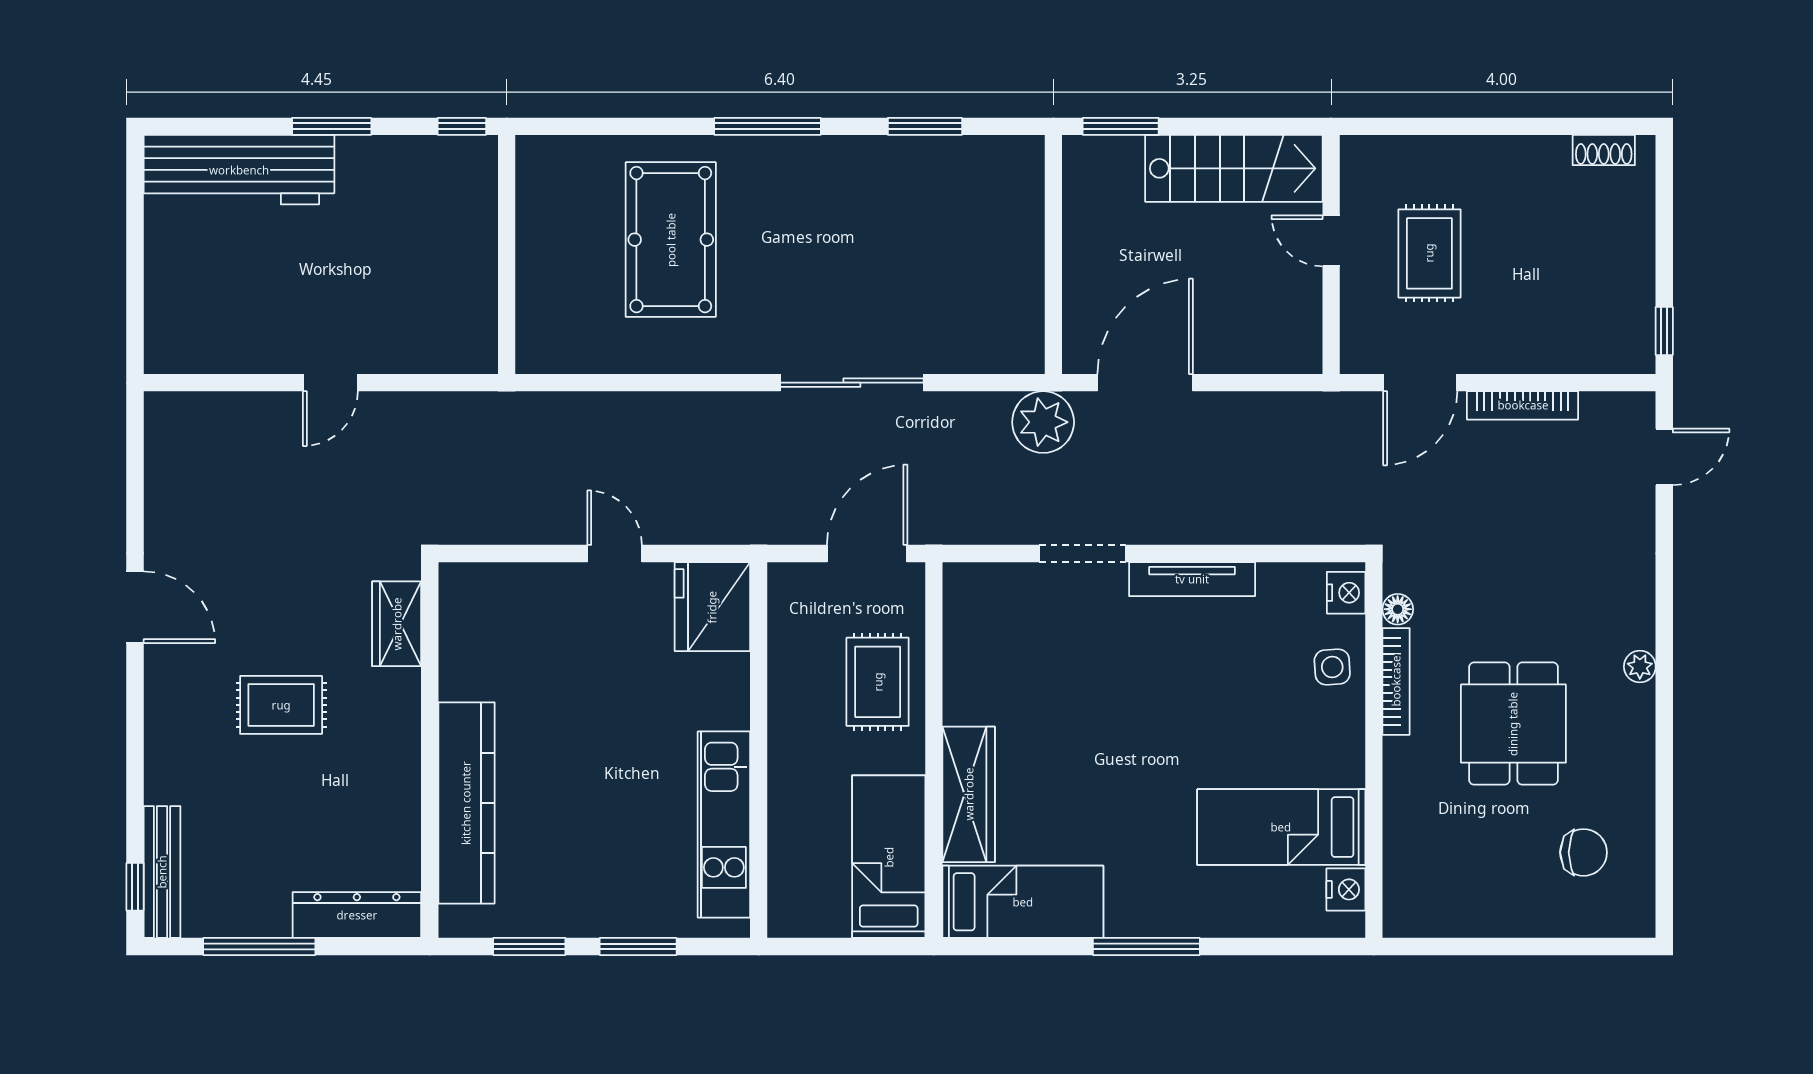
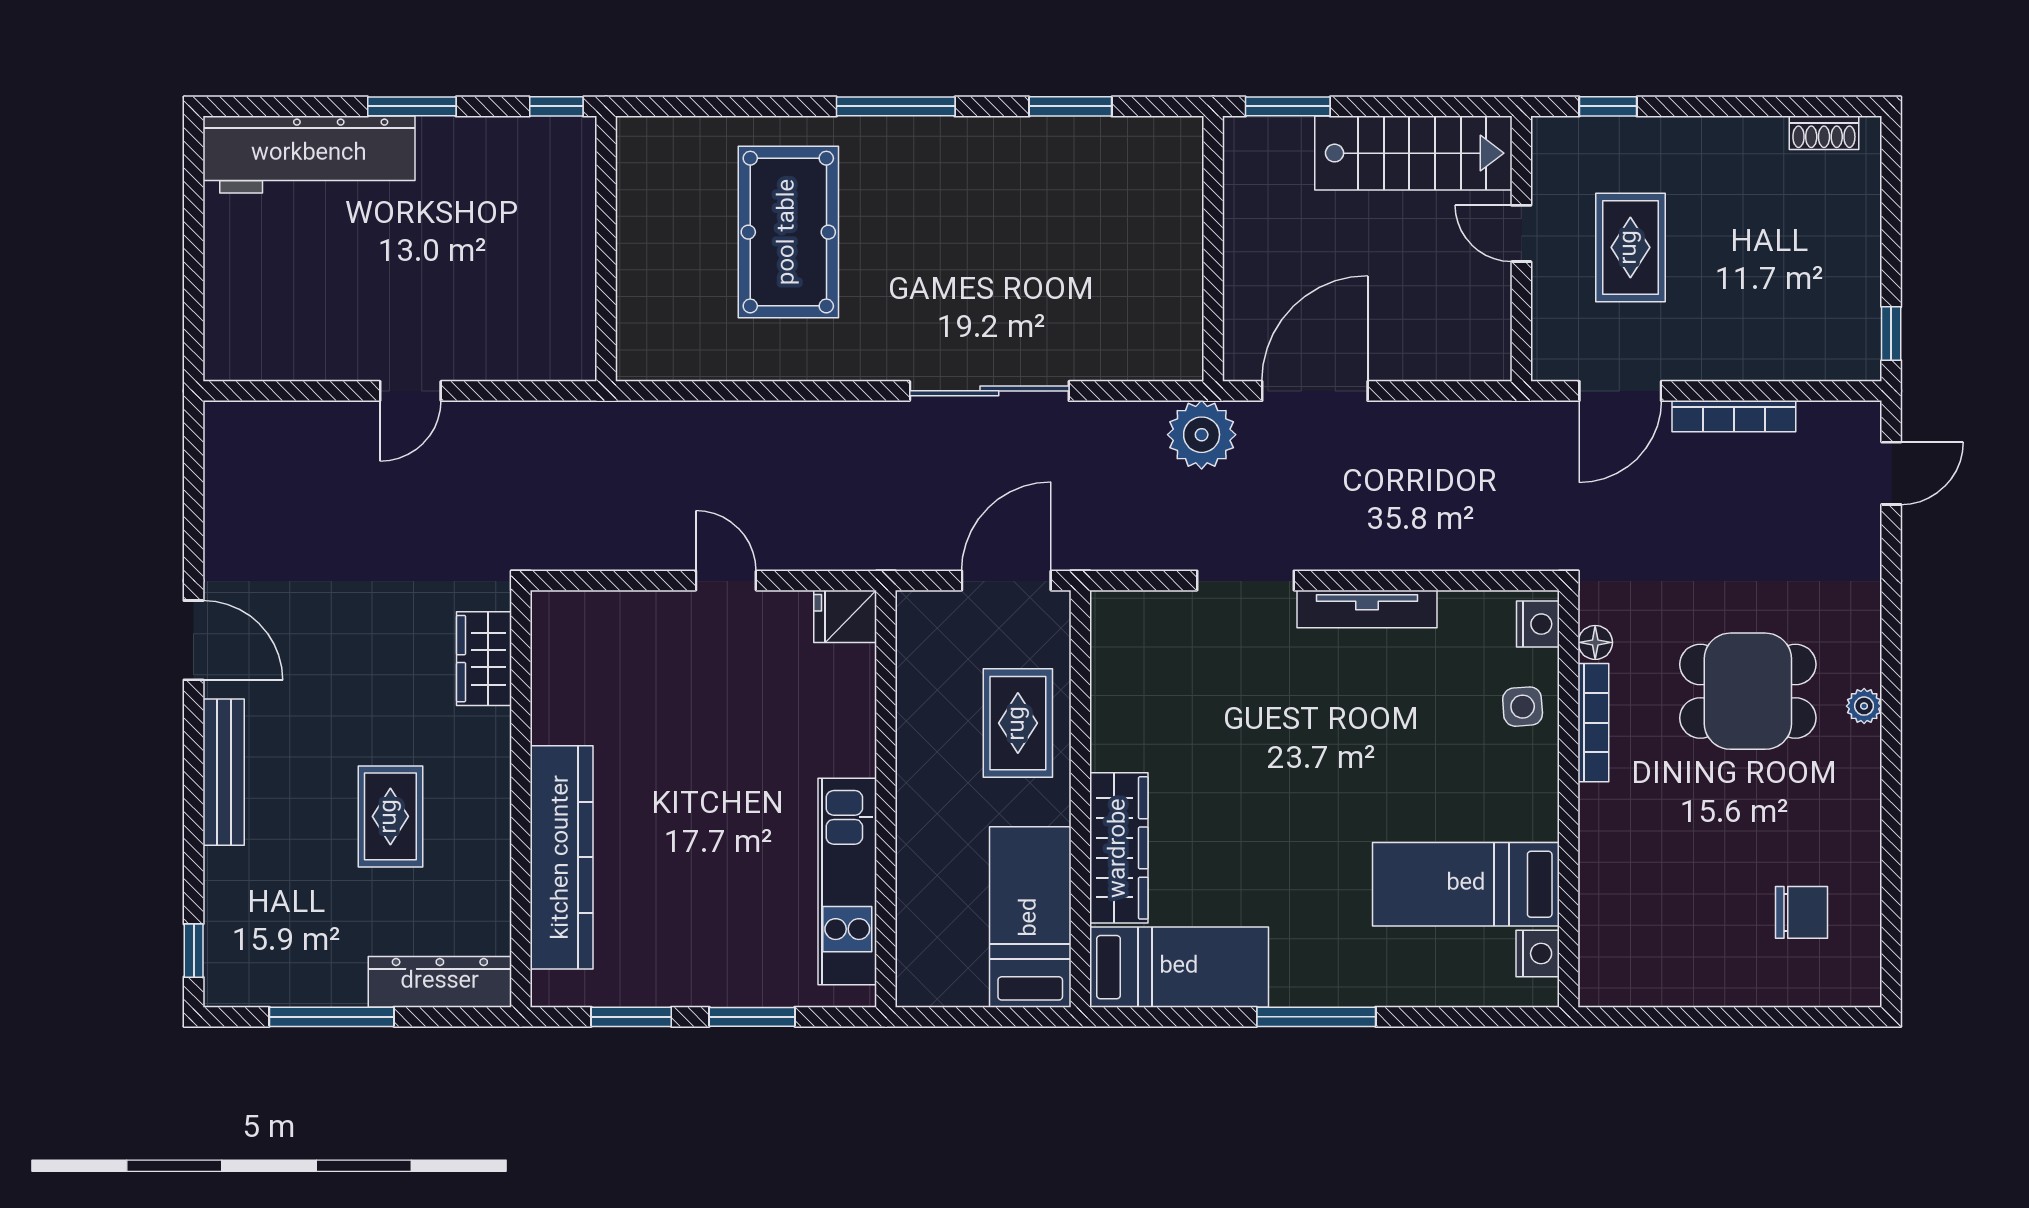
window: (1409, 126) -> (1608, 106), added
fridge: (712, 607) -> (845, 616), width x0.53, depth x0.75
rug: (281, 705) -> (390, 816), moved, turned 90
dining table: (1513, 724) -> (1748, 691), moved, turned 90
bench: (162, 872) -> (224, 772), moved

